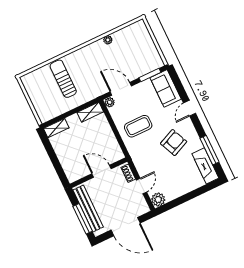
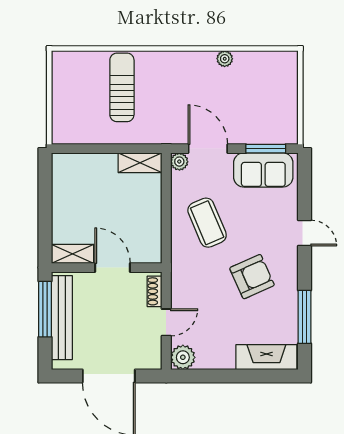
sofa: (166, 88) -> (263, 170), moved, turned -90
door: (189, 108) -> (304, 233), swing flipped
coffee table: (138, 126) -> (207, 223), turned 67
shelving: (56, 128) -> (73, 254), moved
fireplace: (205, 166) -> (266, 357), moved, turned 90
window: (83, 219) -> (45, 309), moved

